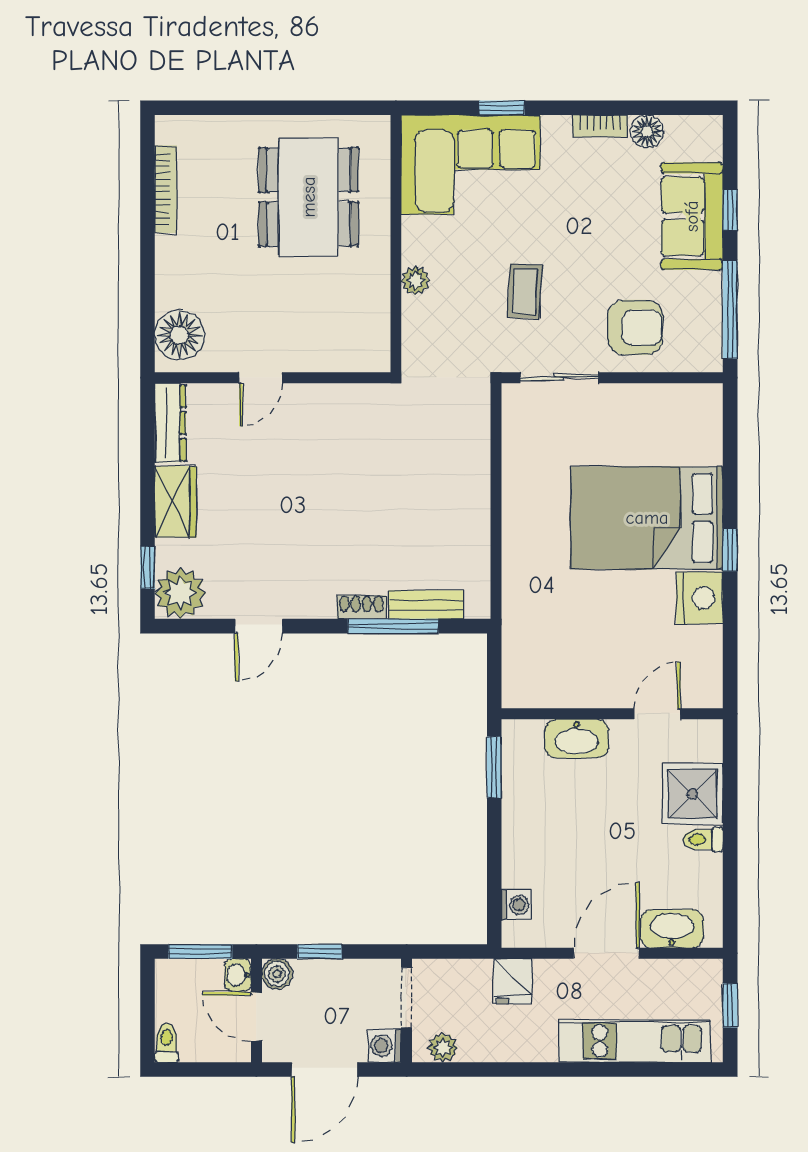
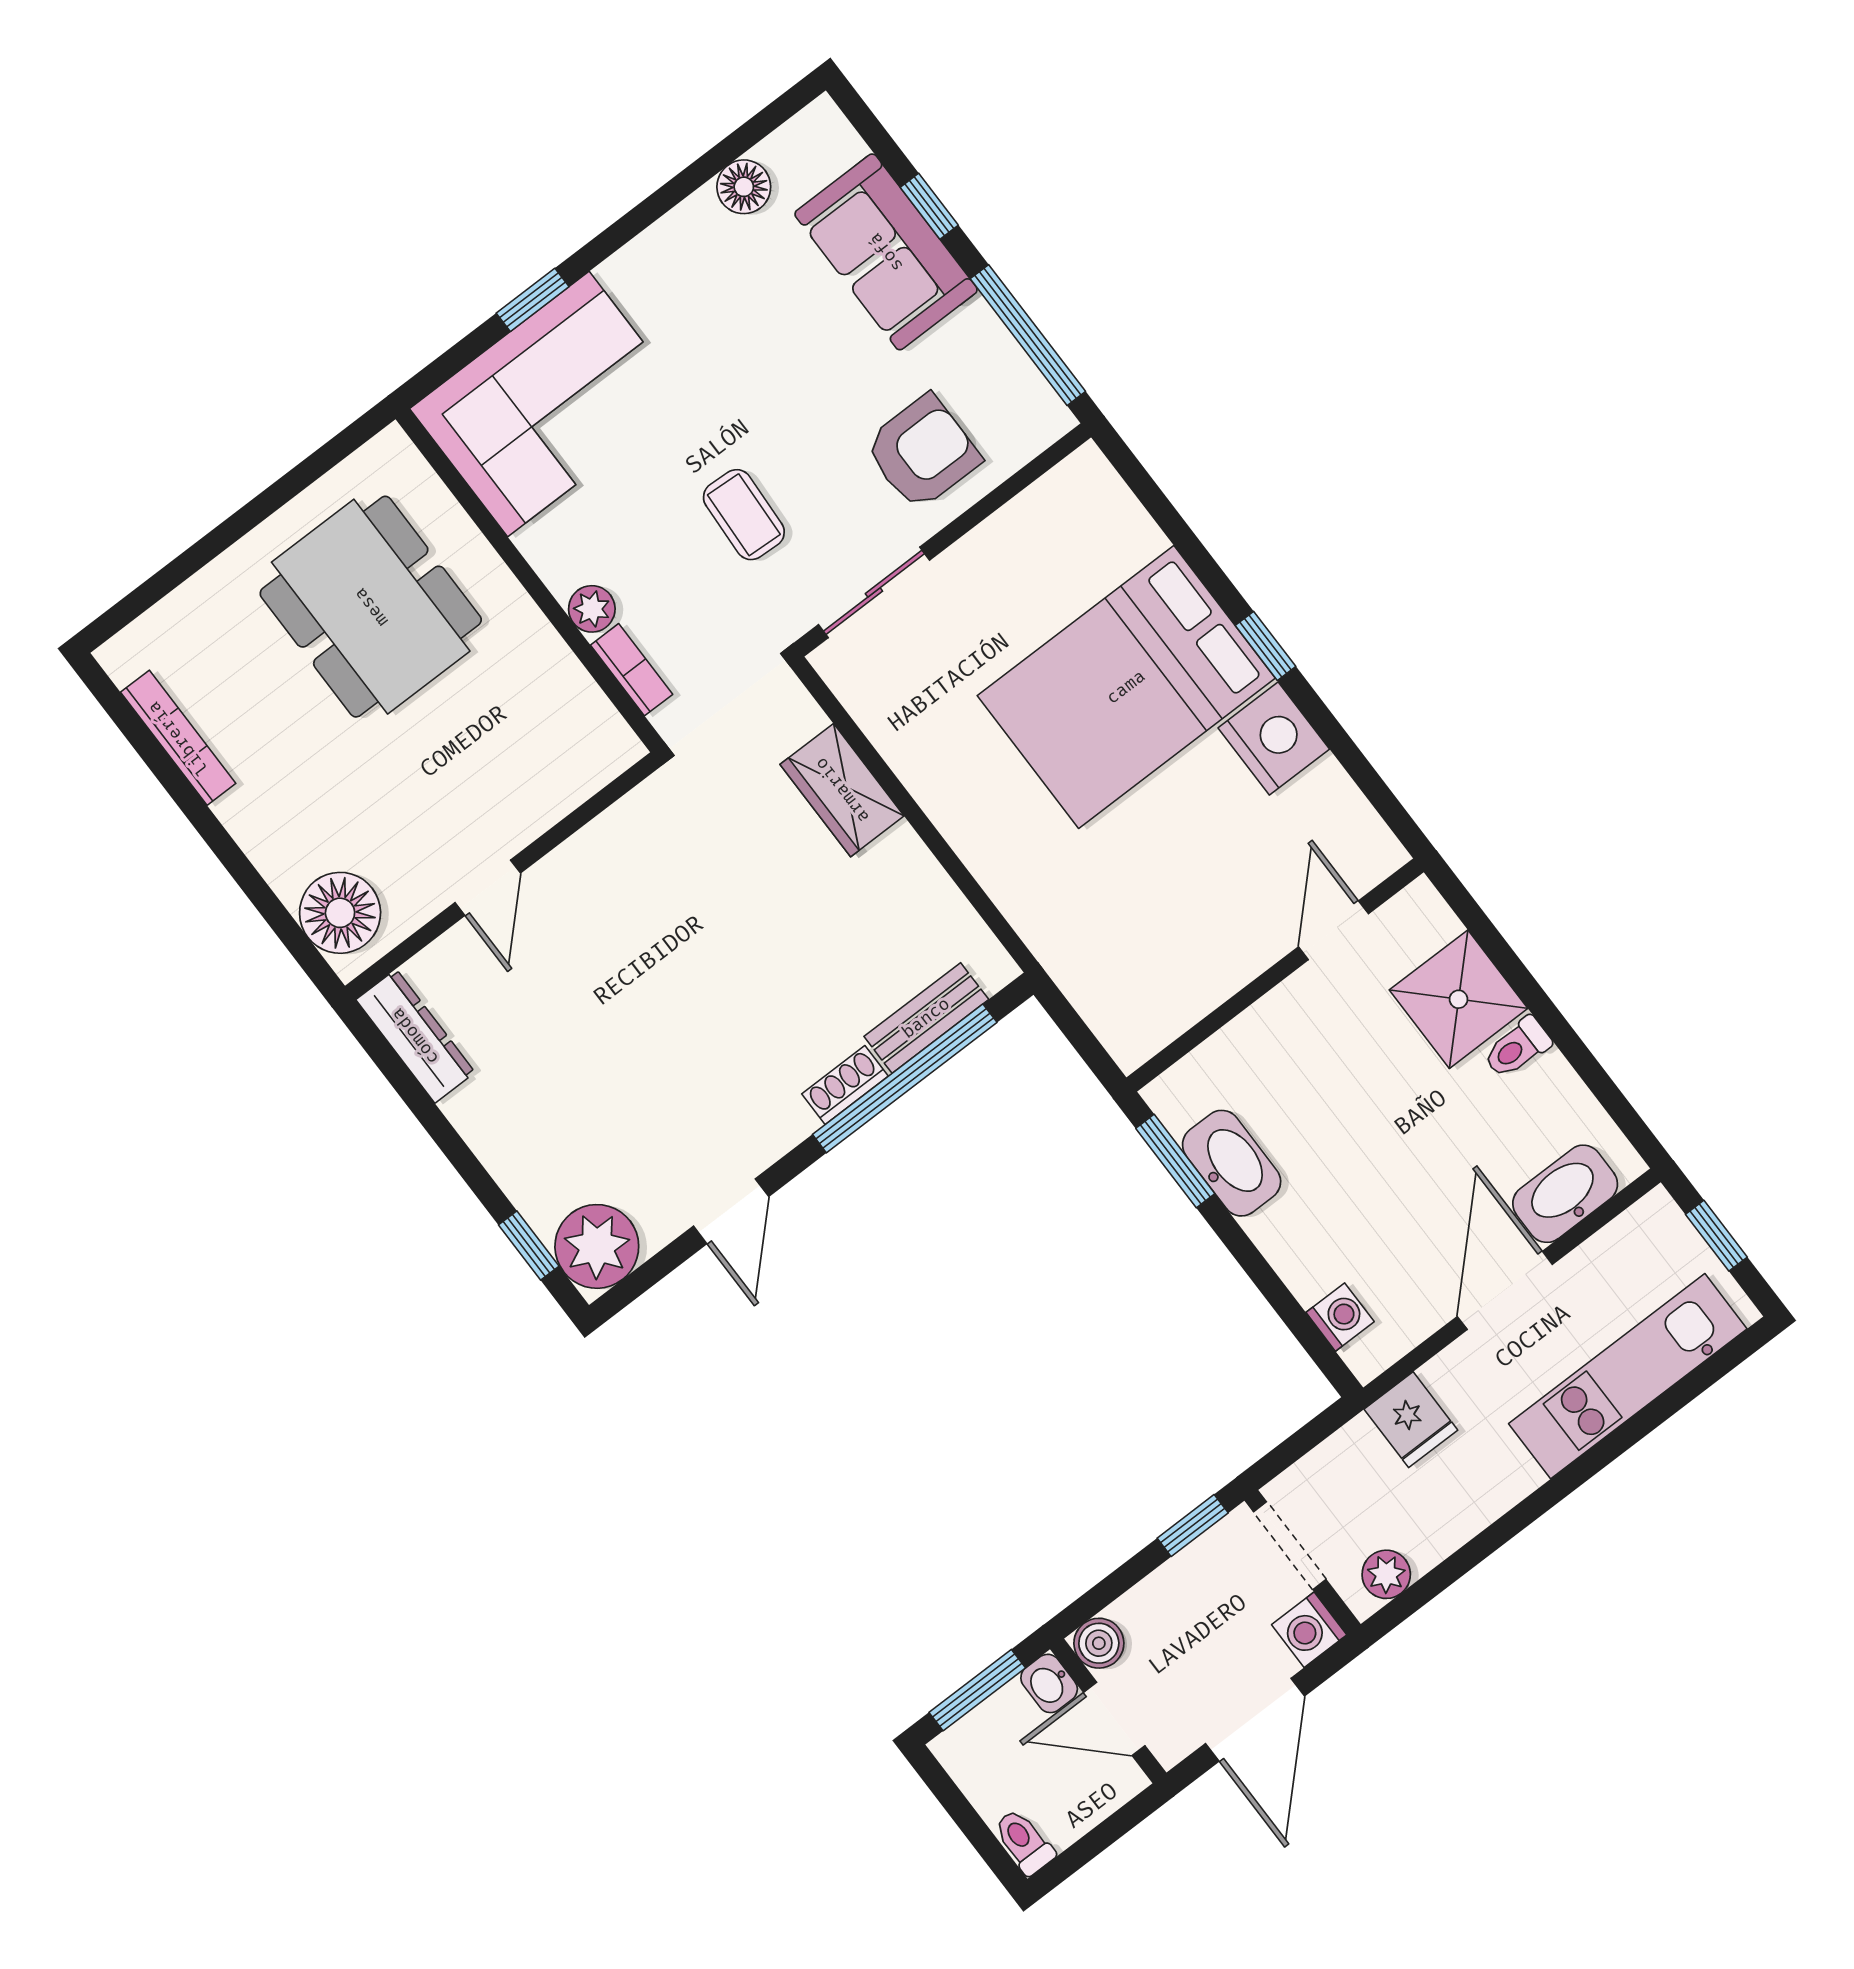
bookcase: (600, 126) -> (632, 670), moved, turned -90
wardrobe: (175, 502) -> (842, 790), moved, turned 180
window: (393, 626) -> (905, 1078), width x1.46
washbasin: (576, 739) -> (1232, 1163), moved, turned -90
window: (319, 951) -> (1193, 1525), moved

